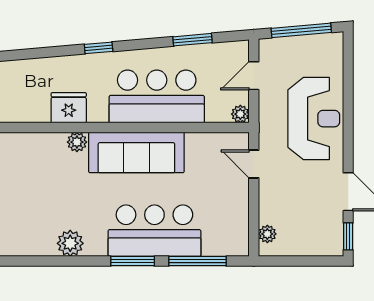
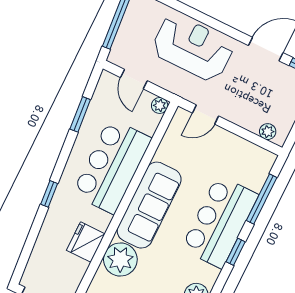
plant: (77, 142) -> (120, 259), width x1.87, depth x1.87
window: (133, 261) -> (236, 252), width x0.67

